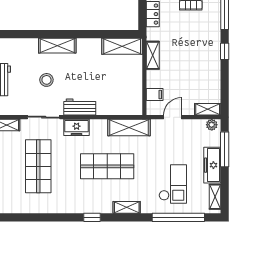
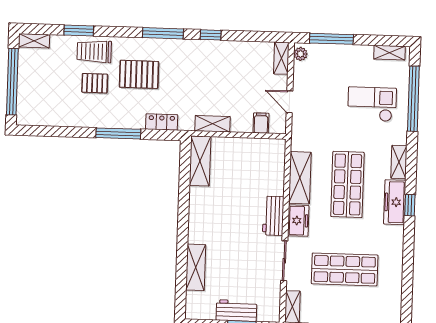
shelving: (57, 46) -> (196, 267), moved
stool: (46, 80) -> (239, 256), removed
shelving: (129, 128) -> (300, 178), moved
freezer: (212, 165) -> (395, 202), moved, turned 90

